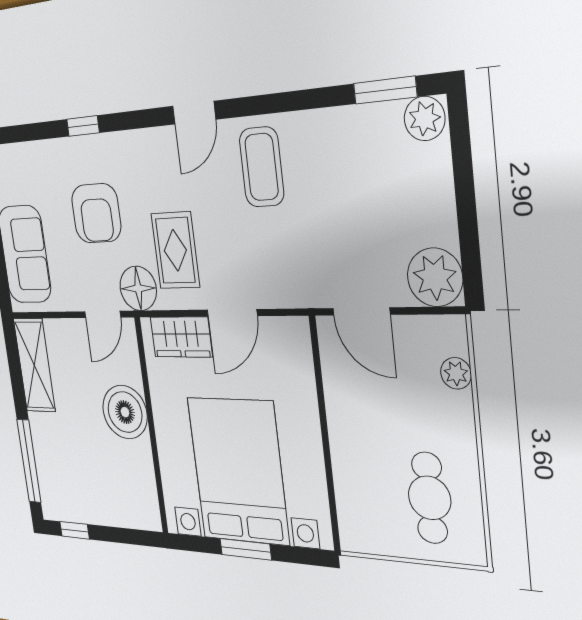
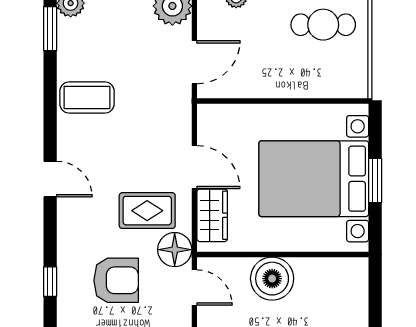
coffee table: (262, 167) -> (87, 98), moved

